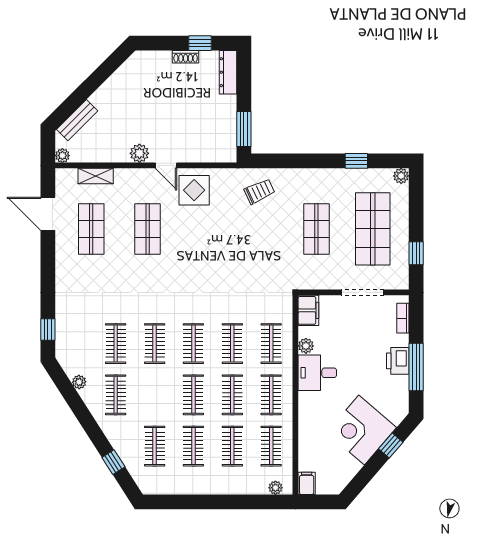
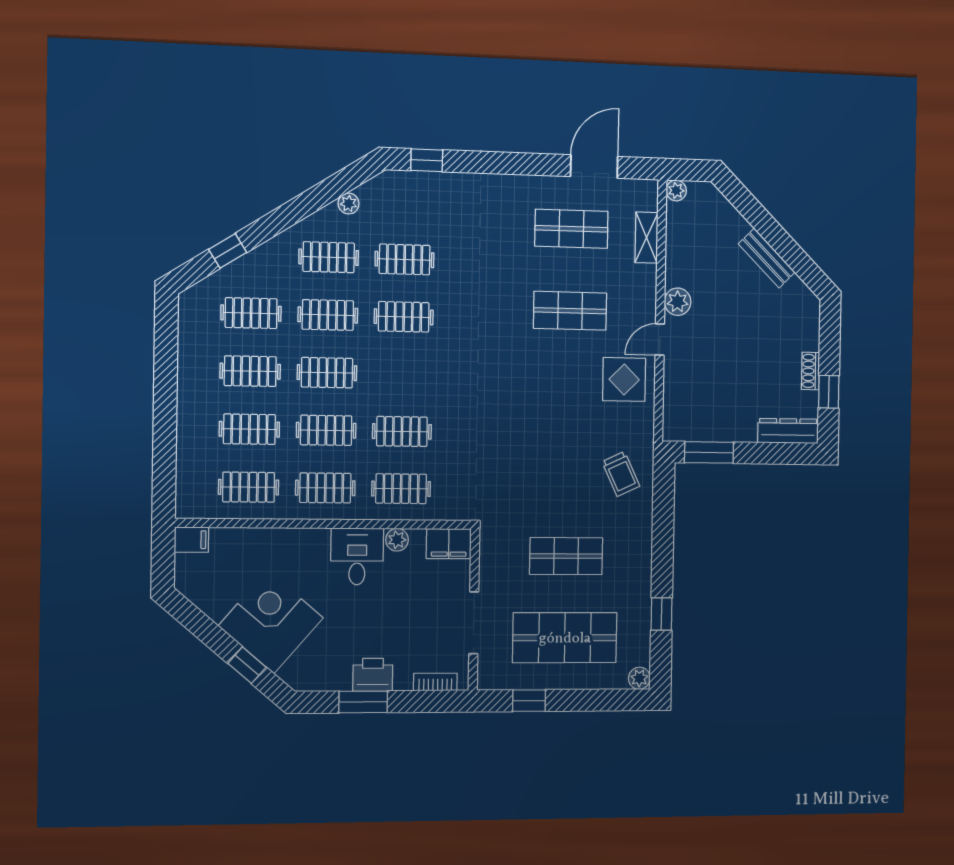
bench: (77, 120) -> (767, 258), moved
clothes rail: (193, 344) -> (328, 315), moved
window: (416, 367) -> (363, 702), width x0.69
plant: (275, 488) -> (185, 493), removed

